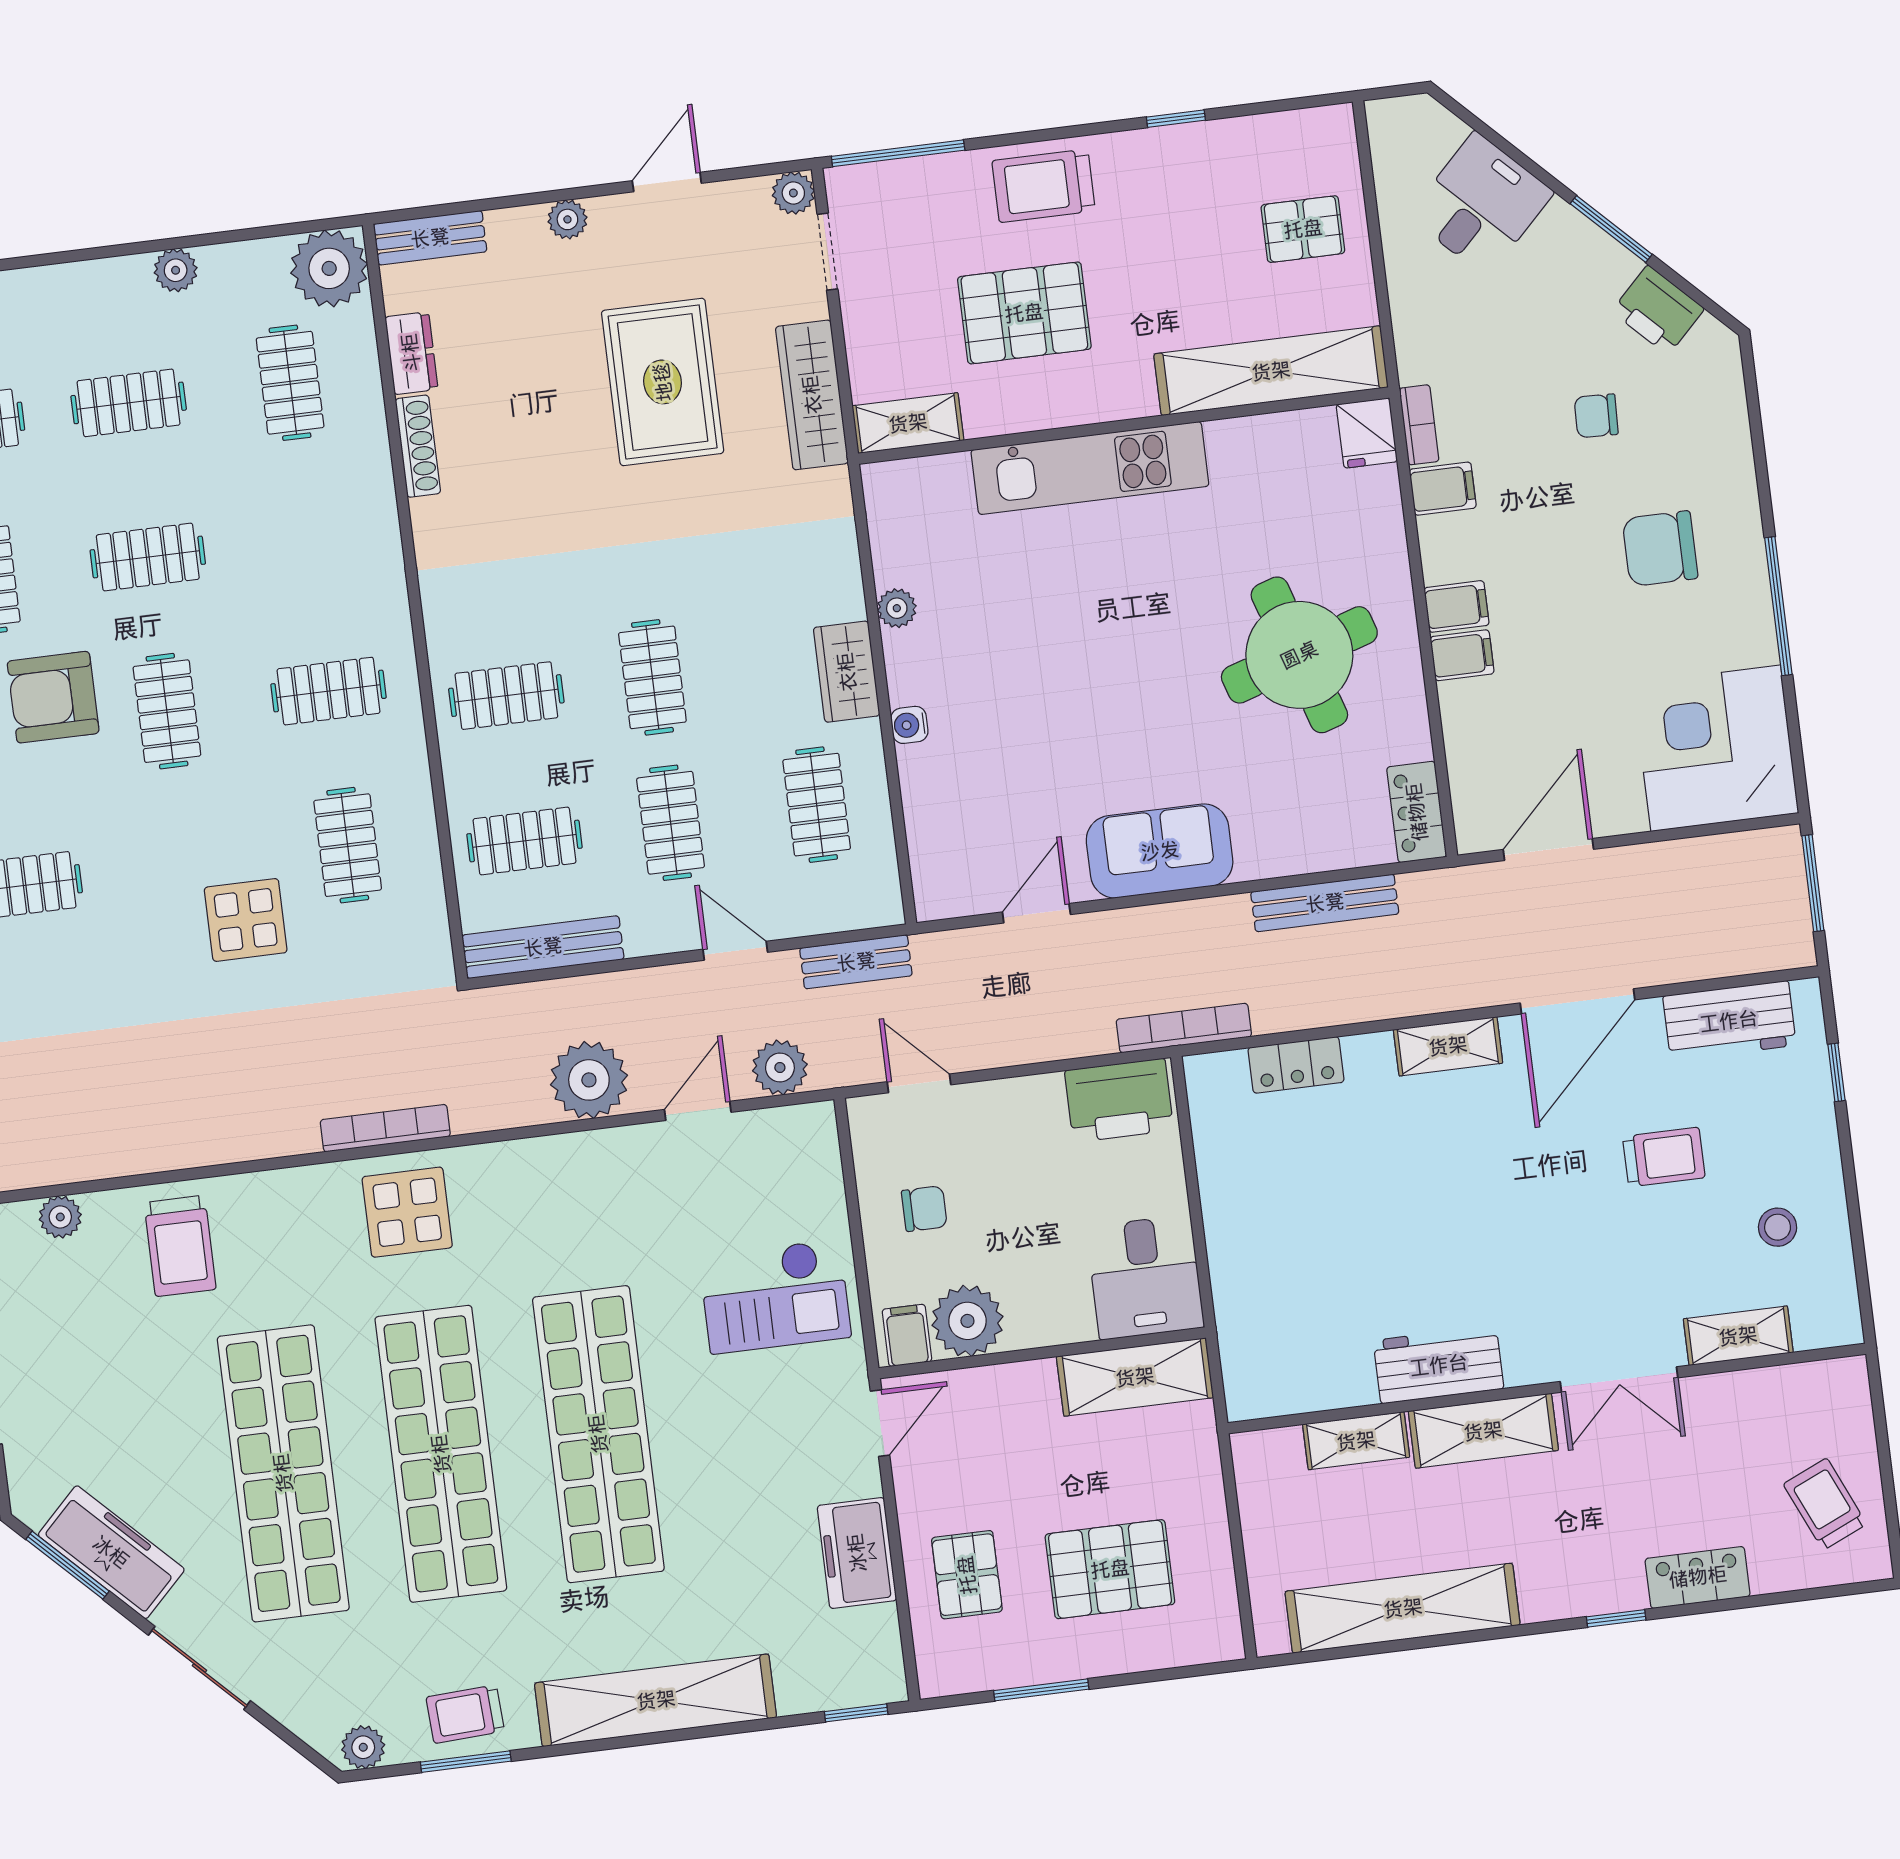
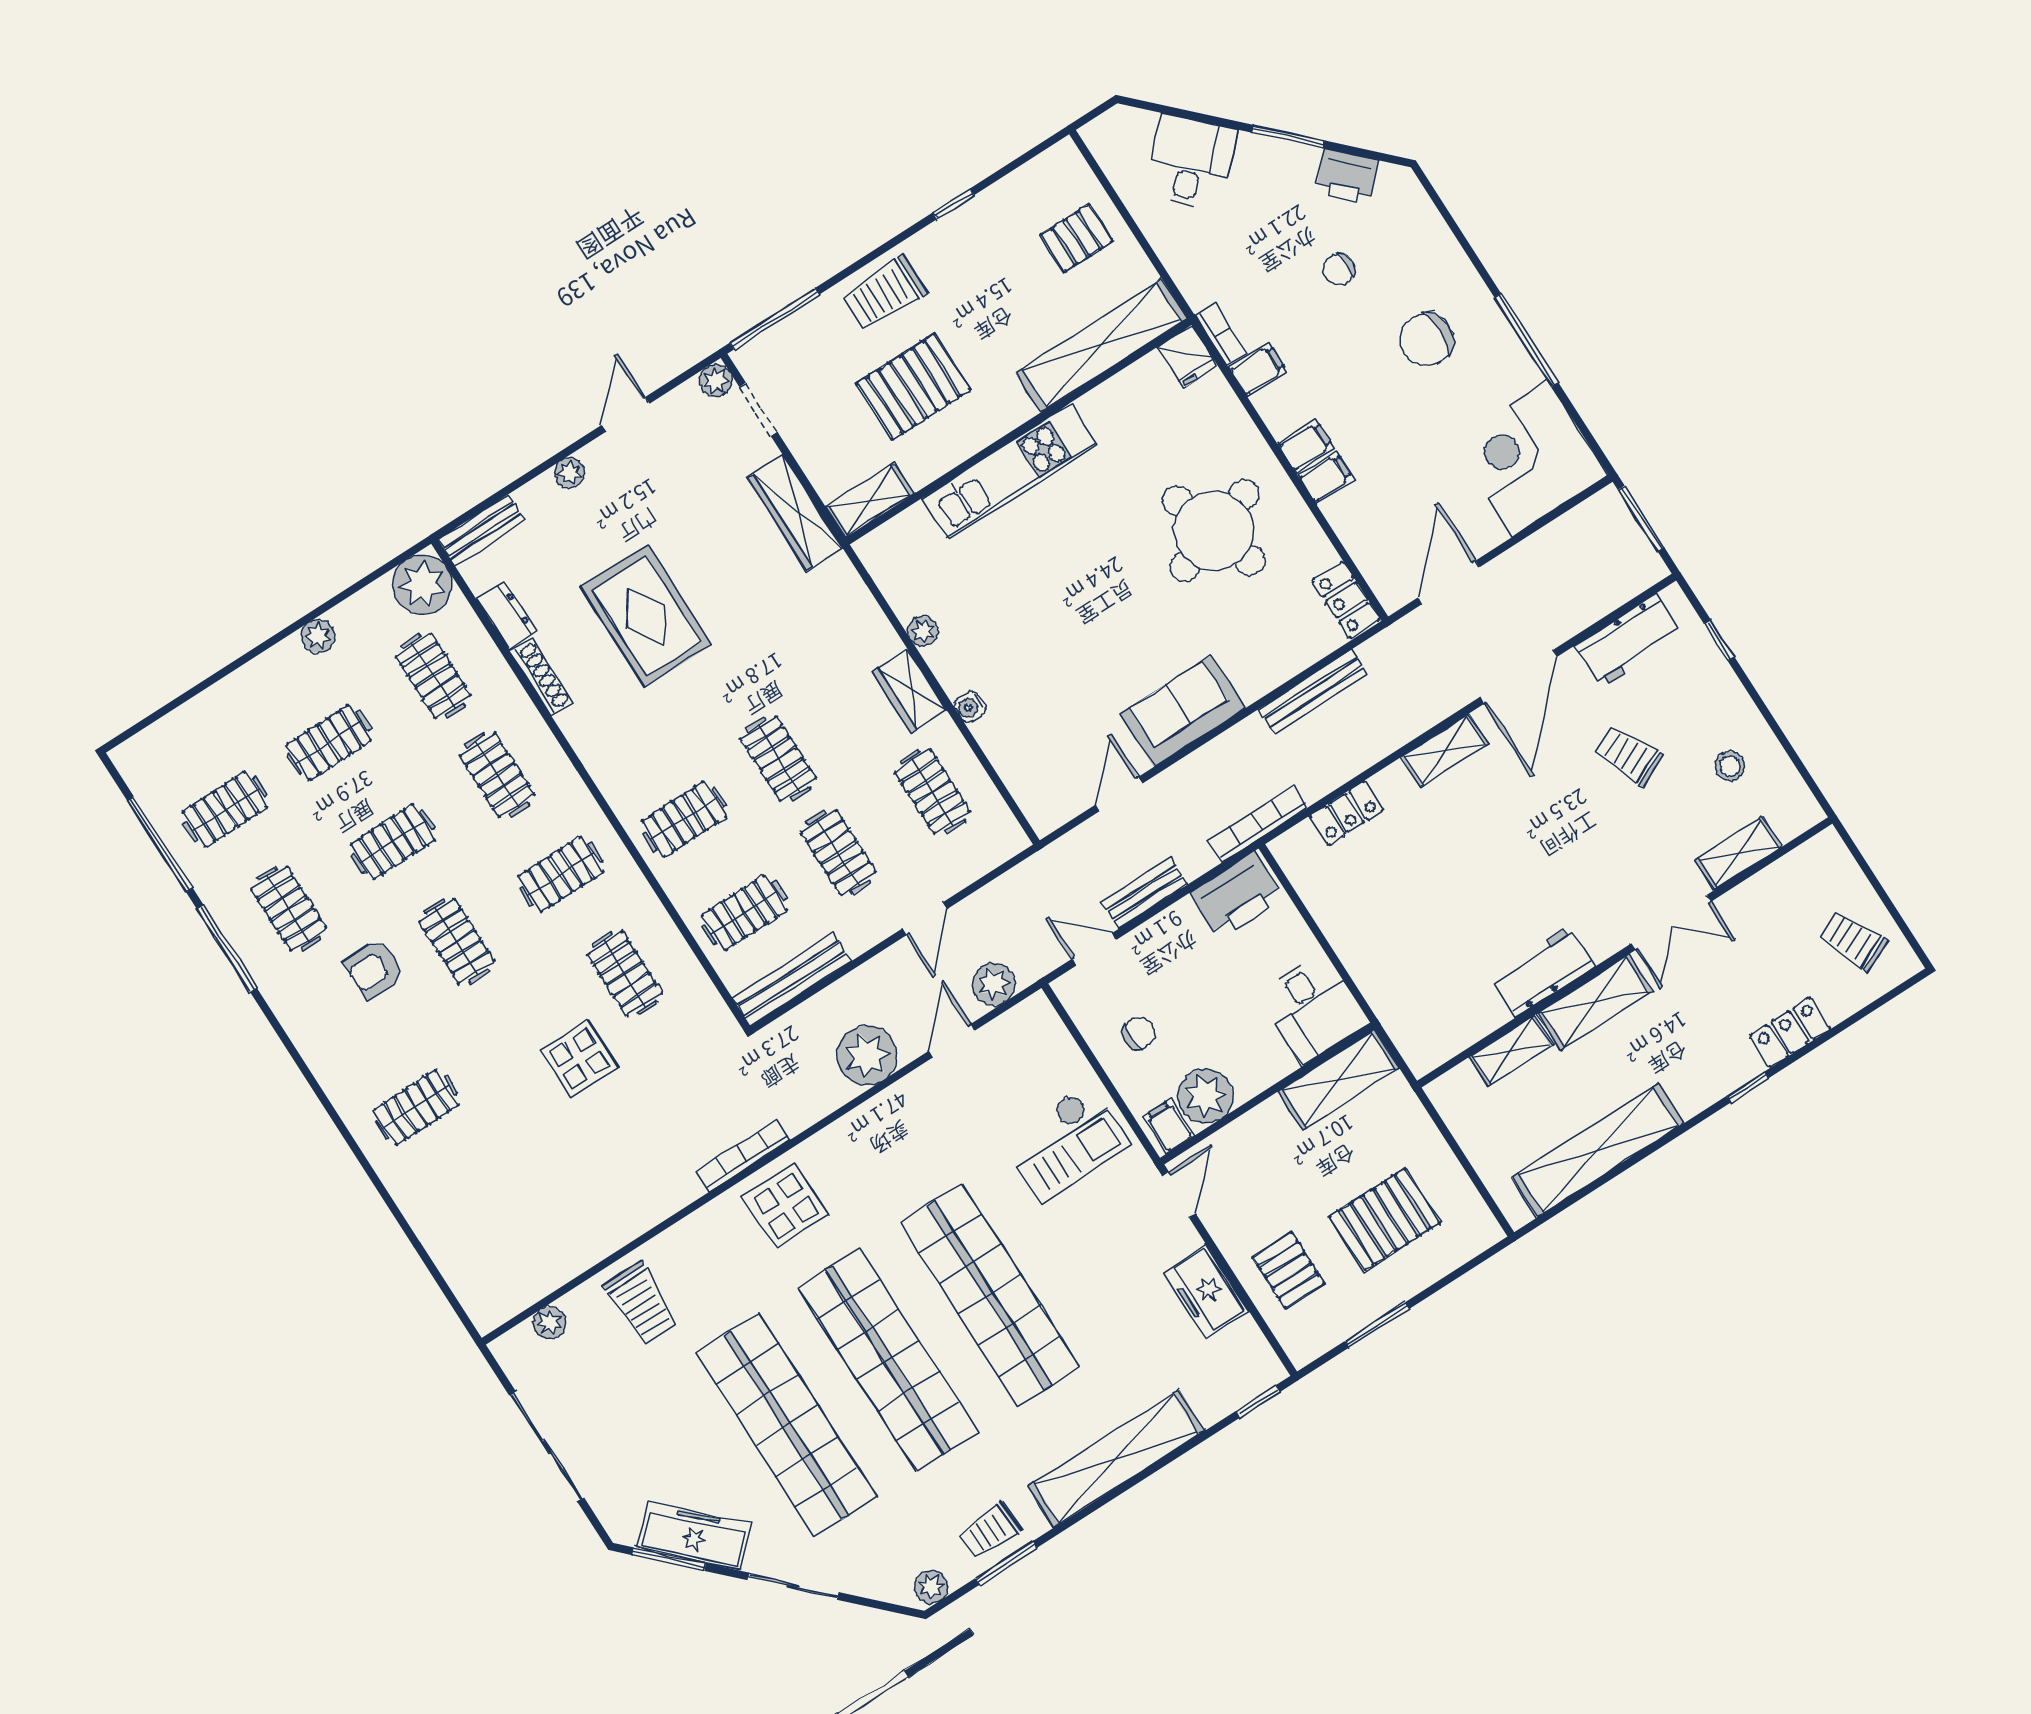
rug: (663, 382) -> (646, 616), moved
clothes rail: (309, 537) -> (497, 775), added
armchair: (53, 697) -> (374, 969), width x0.72, depth x0.72
door: (735, 951) -> (925, 919), swing flipped
bench: (856, 962) -> (1145, 893), moved
trolley: (1664, 1157) -> (1629, 755), turned -115

